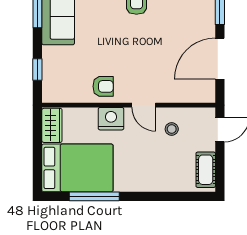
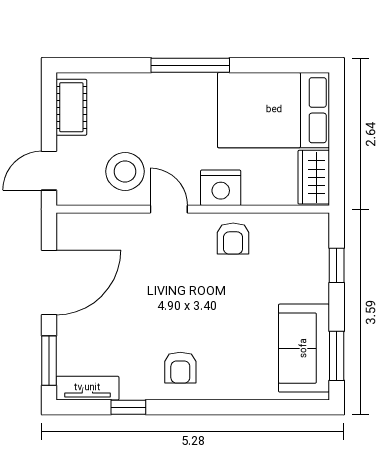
armchair: (103, 86) -> (233, 239), turned -90
stool: (172, 129) -> (125, 171), width x1.89, depth x1.89
window: (94, 196) -> (190, 65), moved

